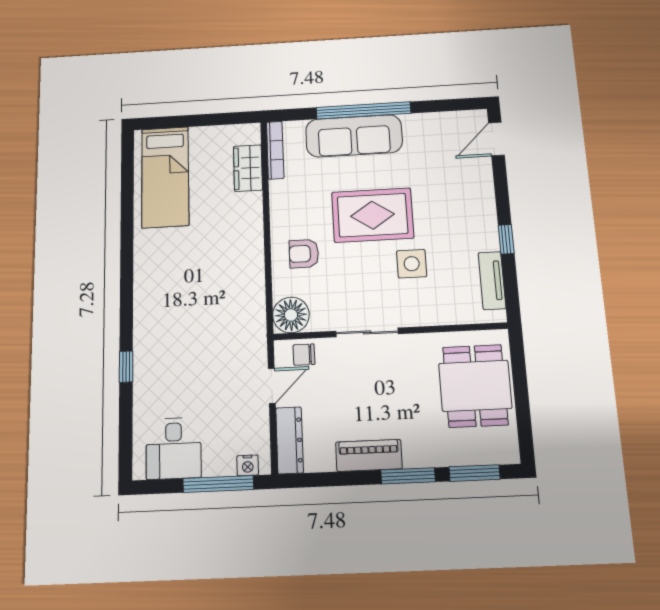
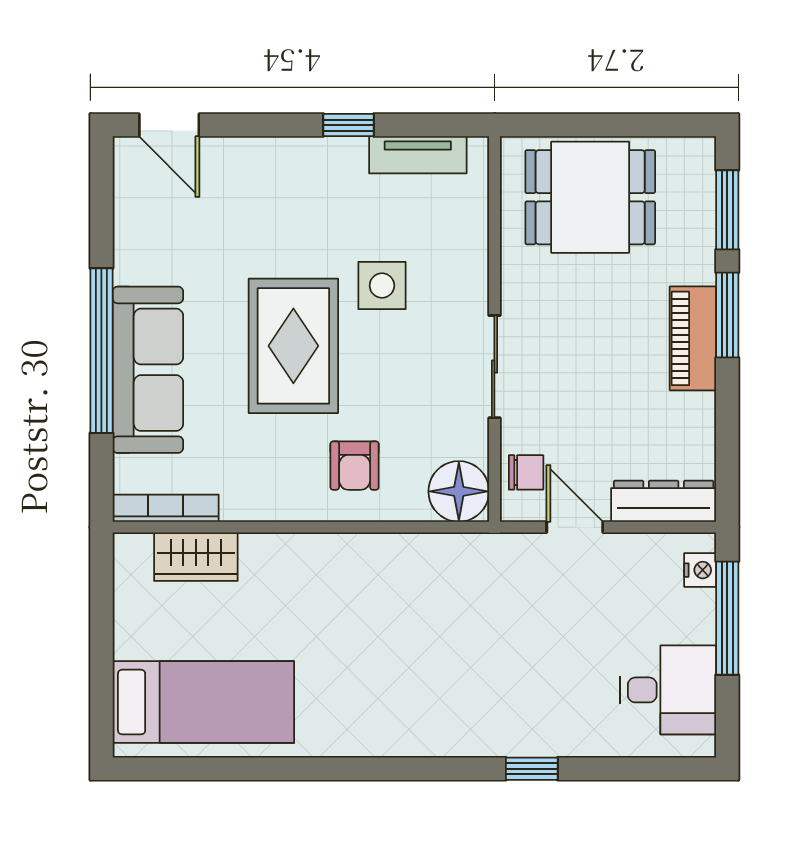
chair: (304, 355) -> (526, 472), turned -90
piano: (369, 455) -> (693, 338), moved

